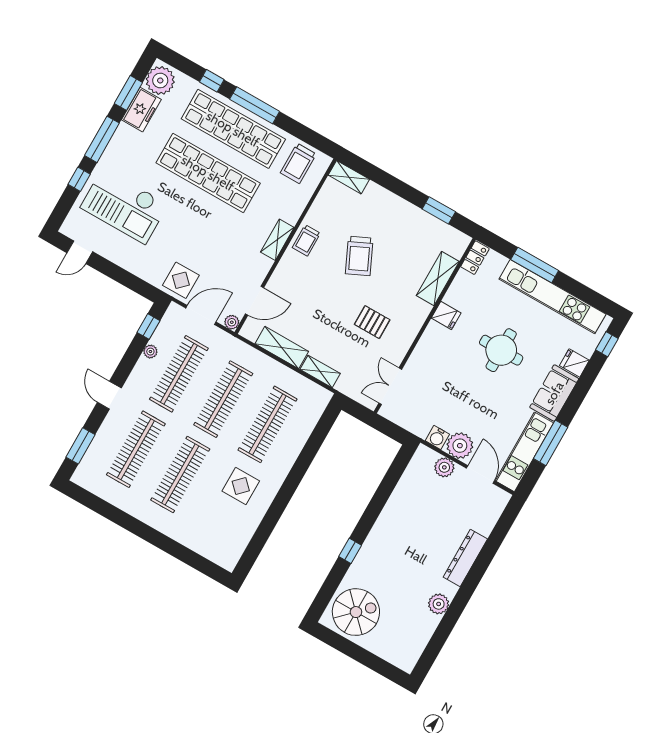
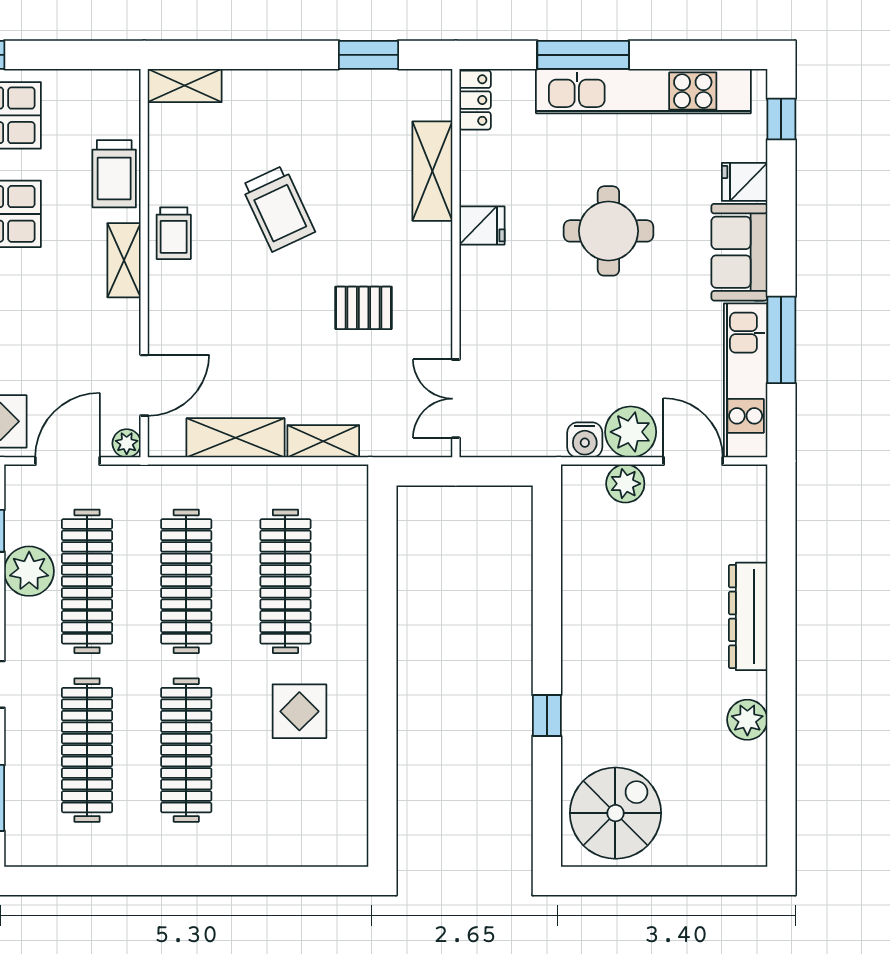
trolley: (298, 163) -> (114, 174), moved
plant: (150, 352) -> (29, 571), width x1.88, depth x1.88

